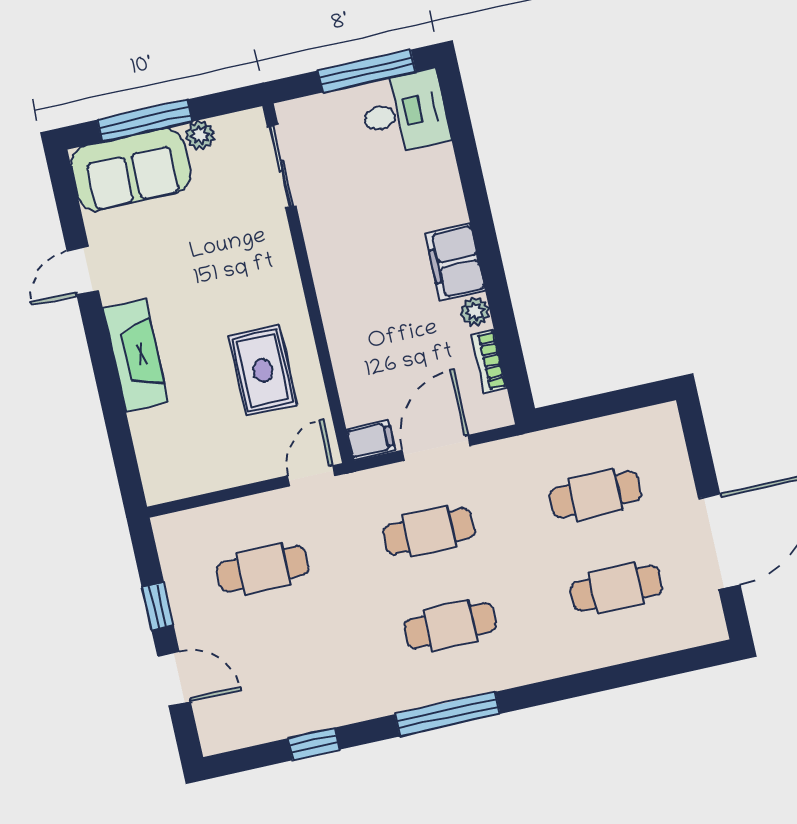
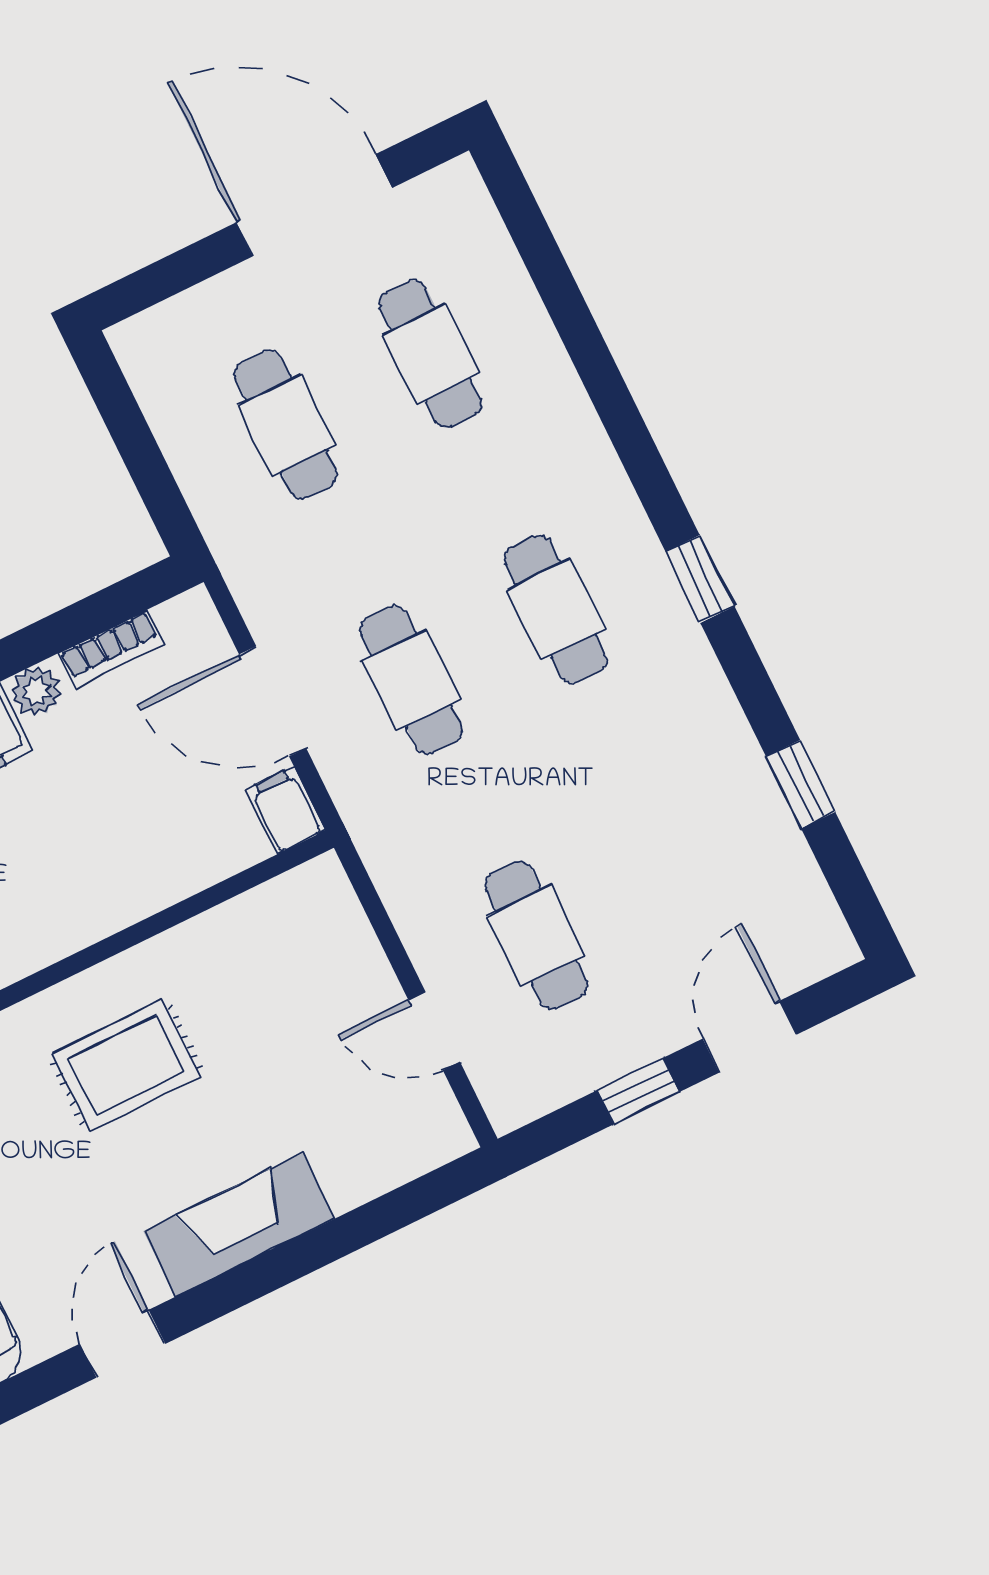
door: (83, 271) -> (123, 1344), swing flipped
rug: (263, 370) -> (126, 1065), moved
door: (311, 476) -> (434, 1031), moved
window: (447, 714) -> (700, 579), width x0.46

